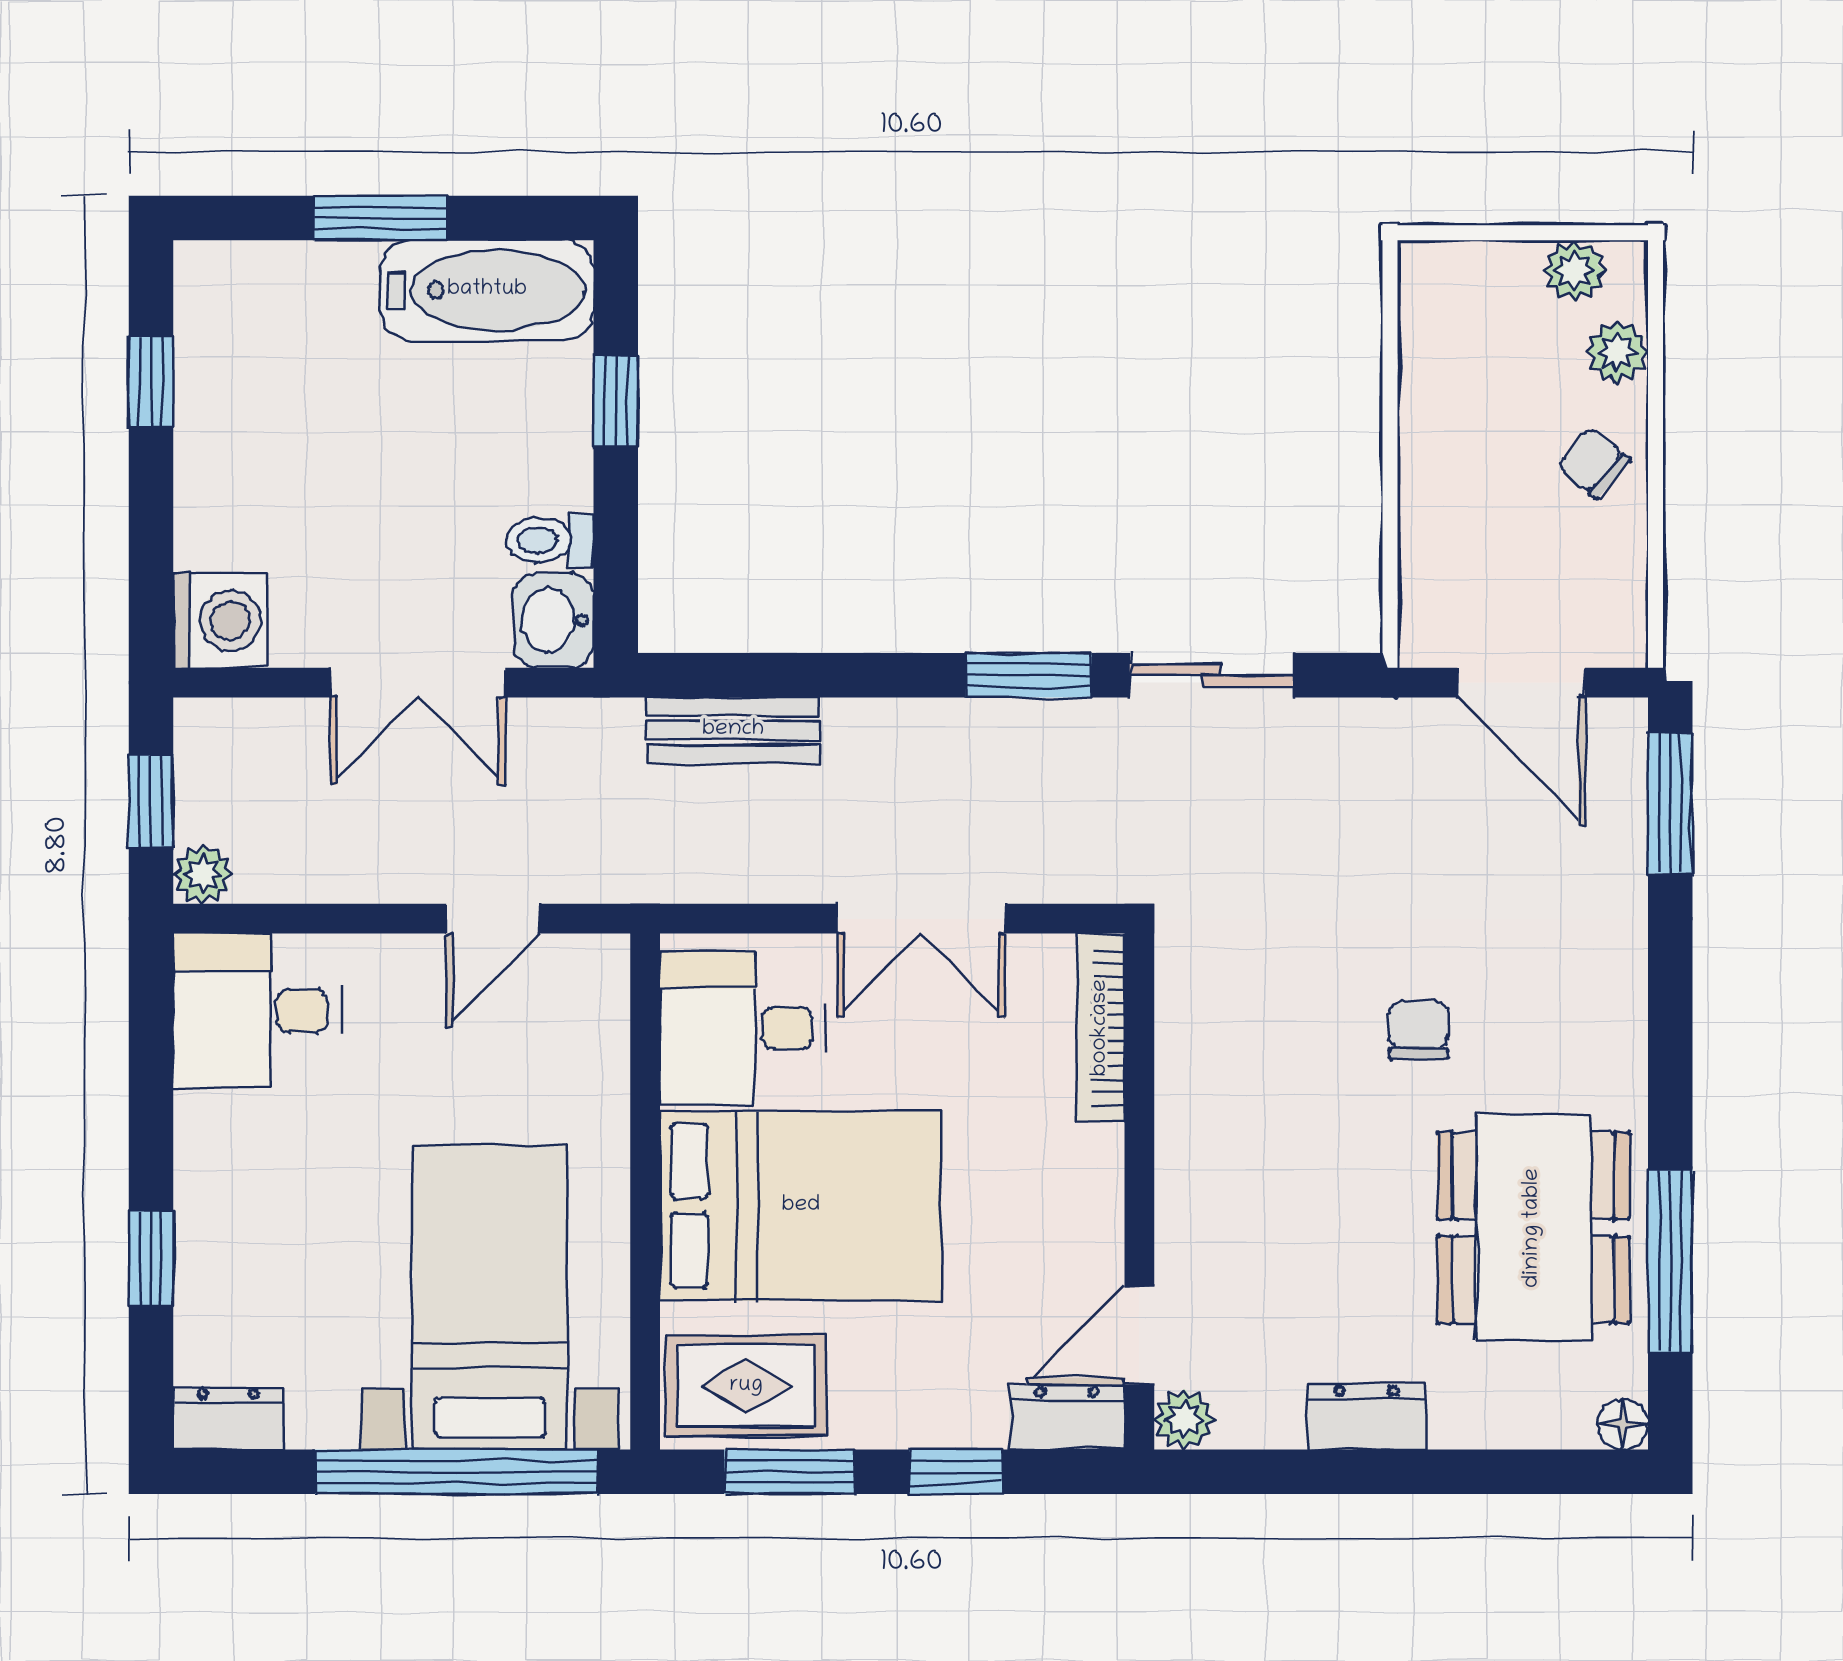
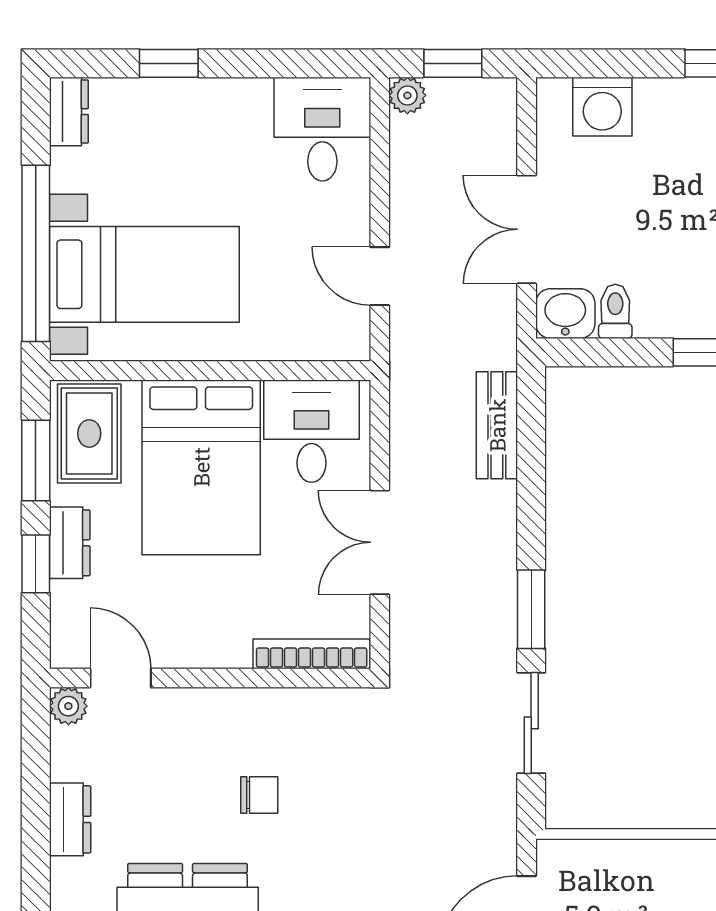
washing machine: (221, 620) -> (602, 107), moved
chair: (1419, 1030) -> (259, 795), moved
dresser: (1067, 1417) -> (70, 543), moved

